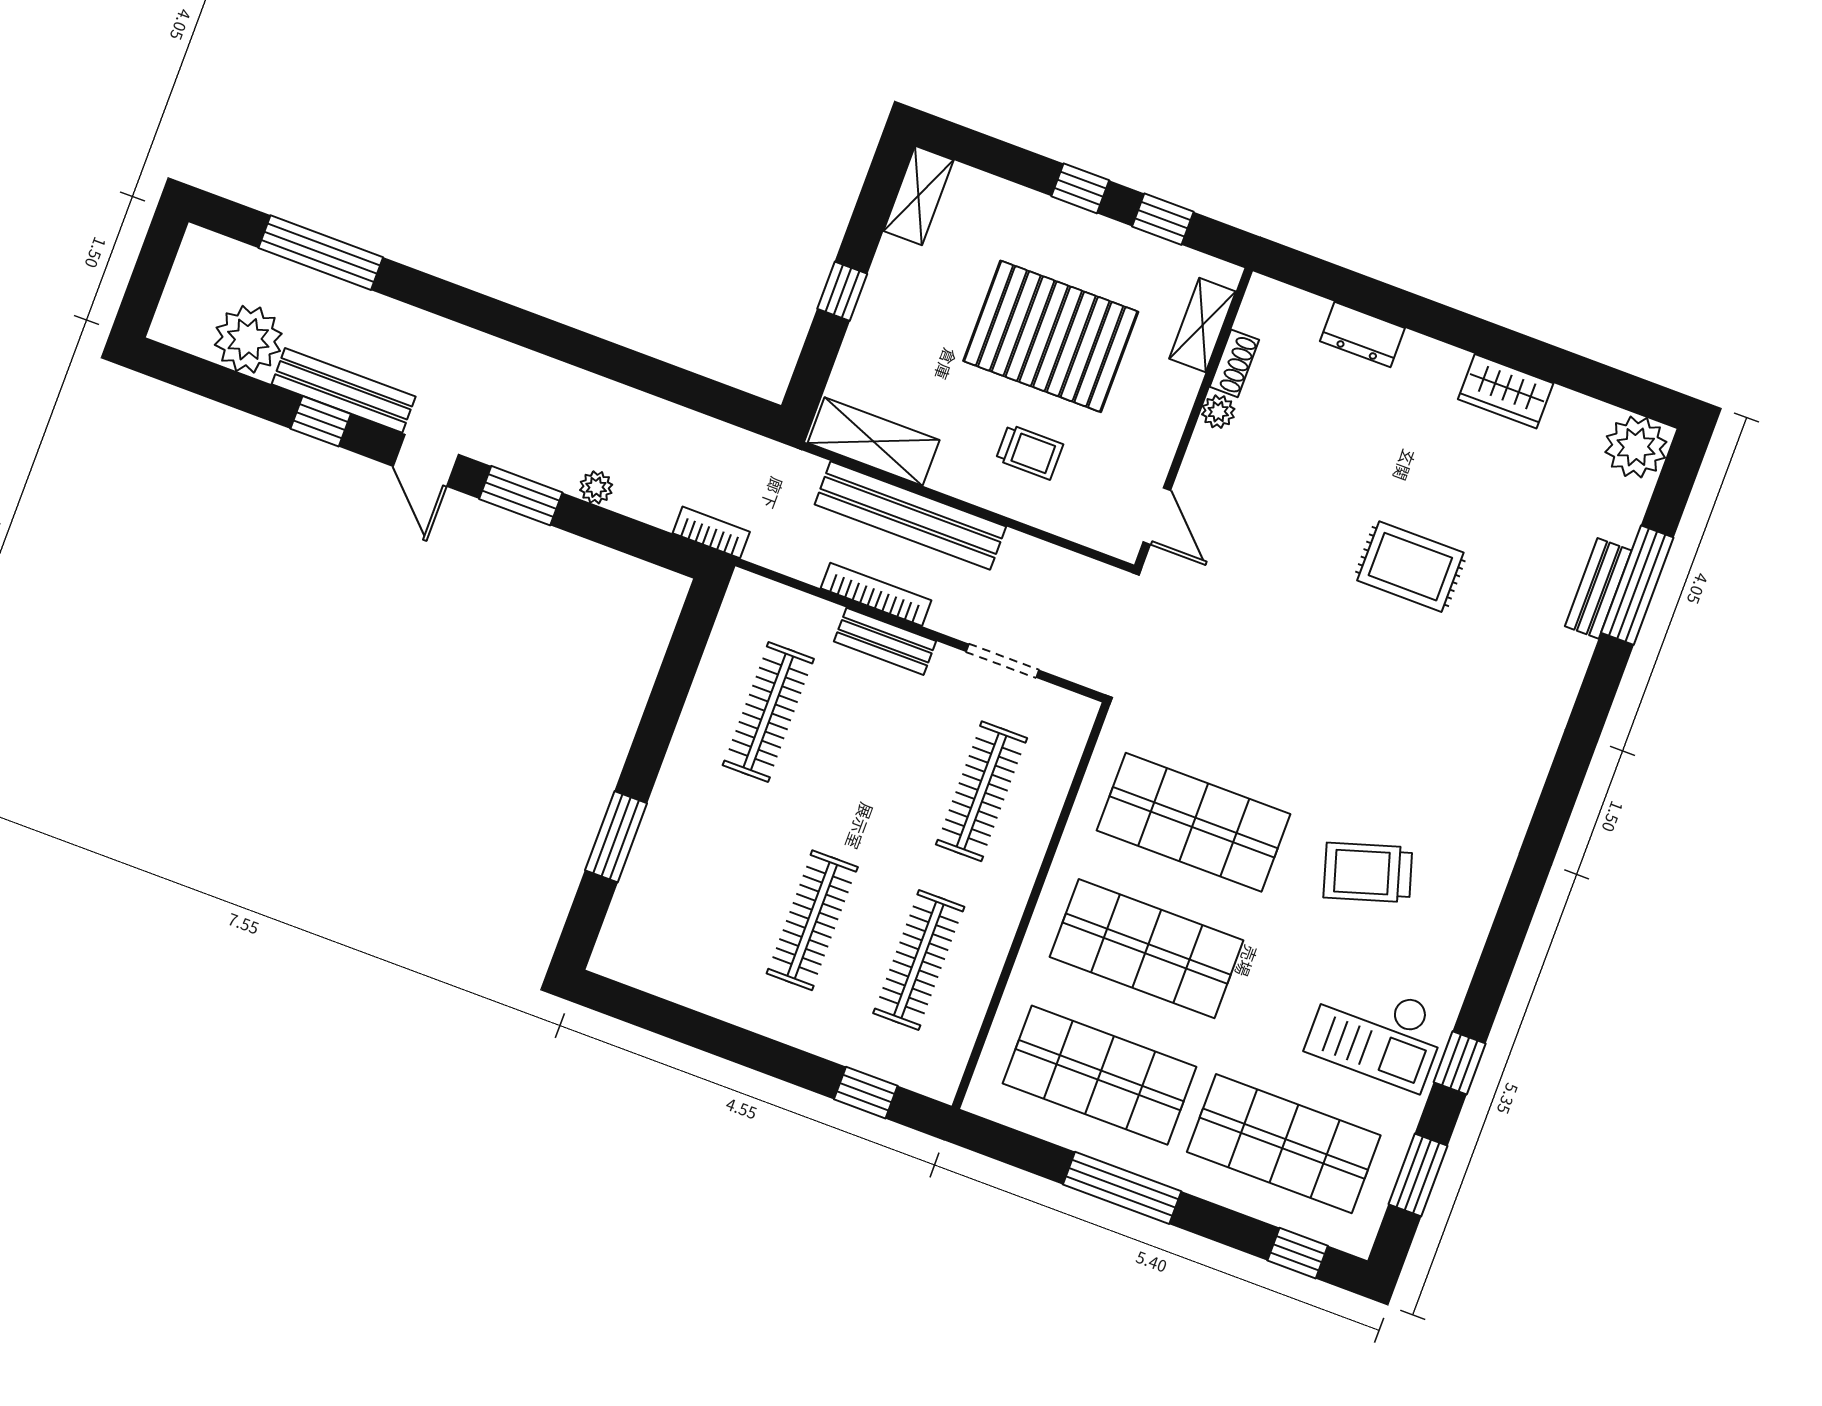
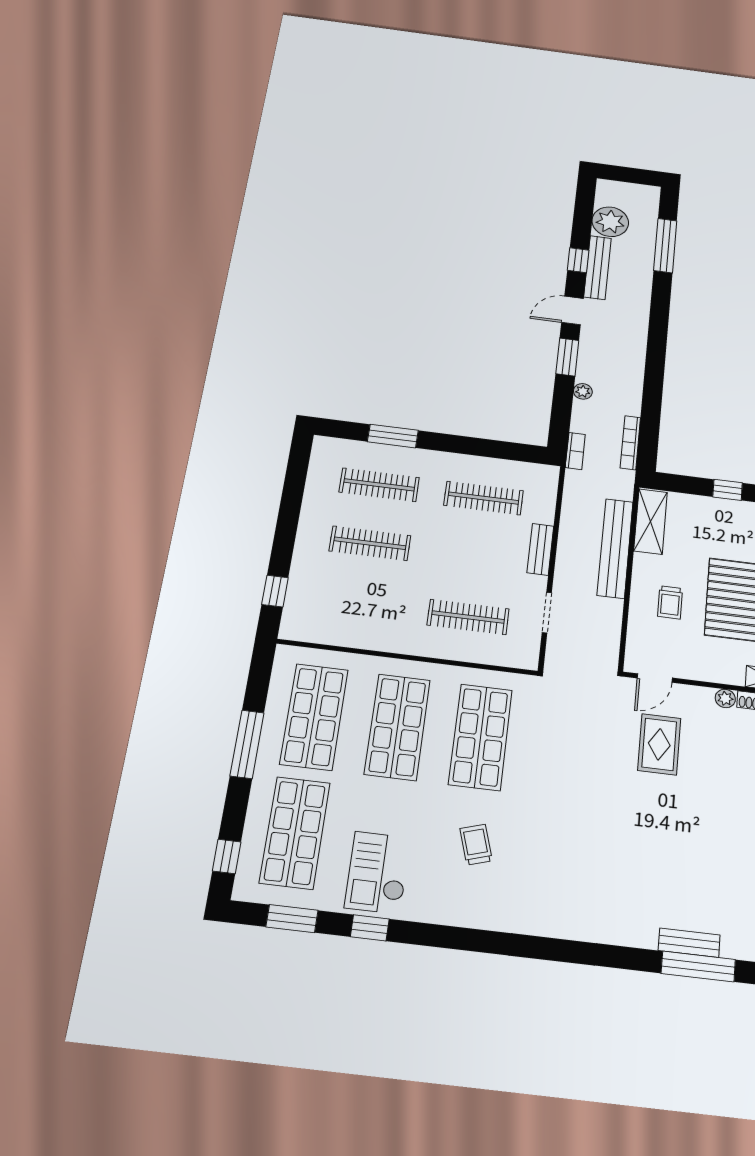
rug: (1410, 567) -> (659, 744), moved
bookcase: (876, 594) -> (630, 443), moved, turned 180
trolley: (1368, 872) -> (476, 845), width x0.73, depth x0.72
clothes rail: (919, 960) -> (379, 485), moved

